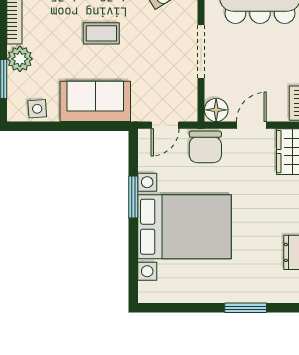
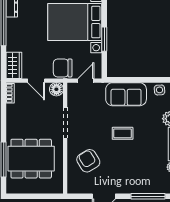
door: (251, 125) -> (36, 81), hinge flipped
chair: (205, 147) -> (63, 68), turned -90

